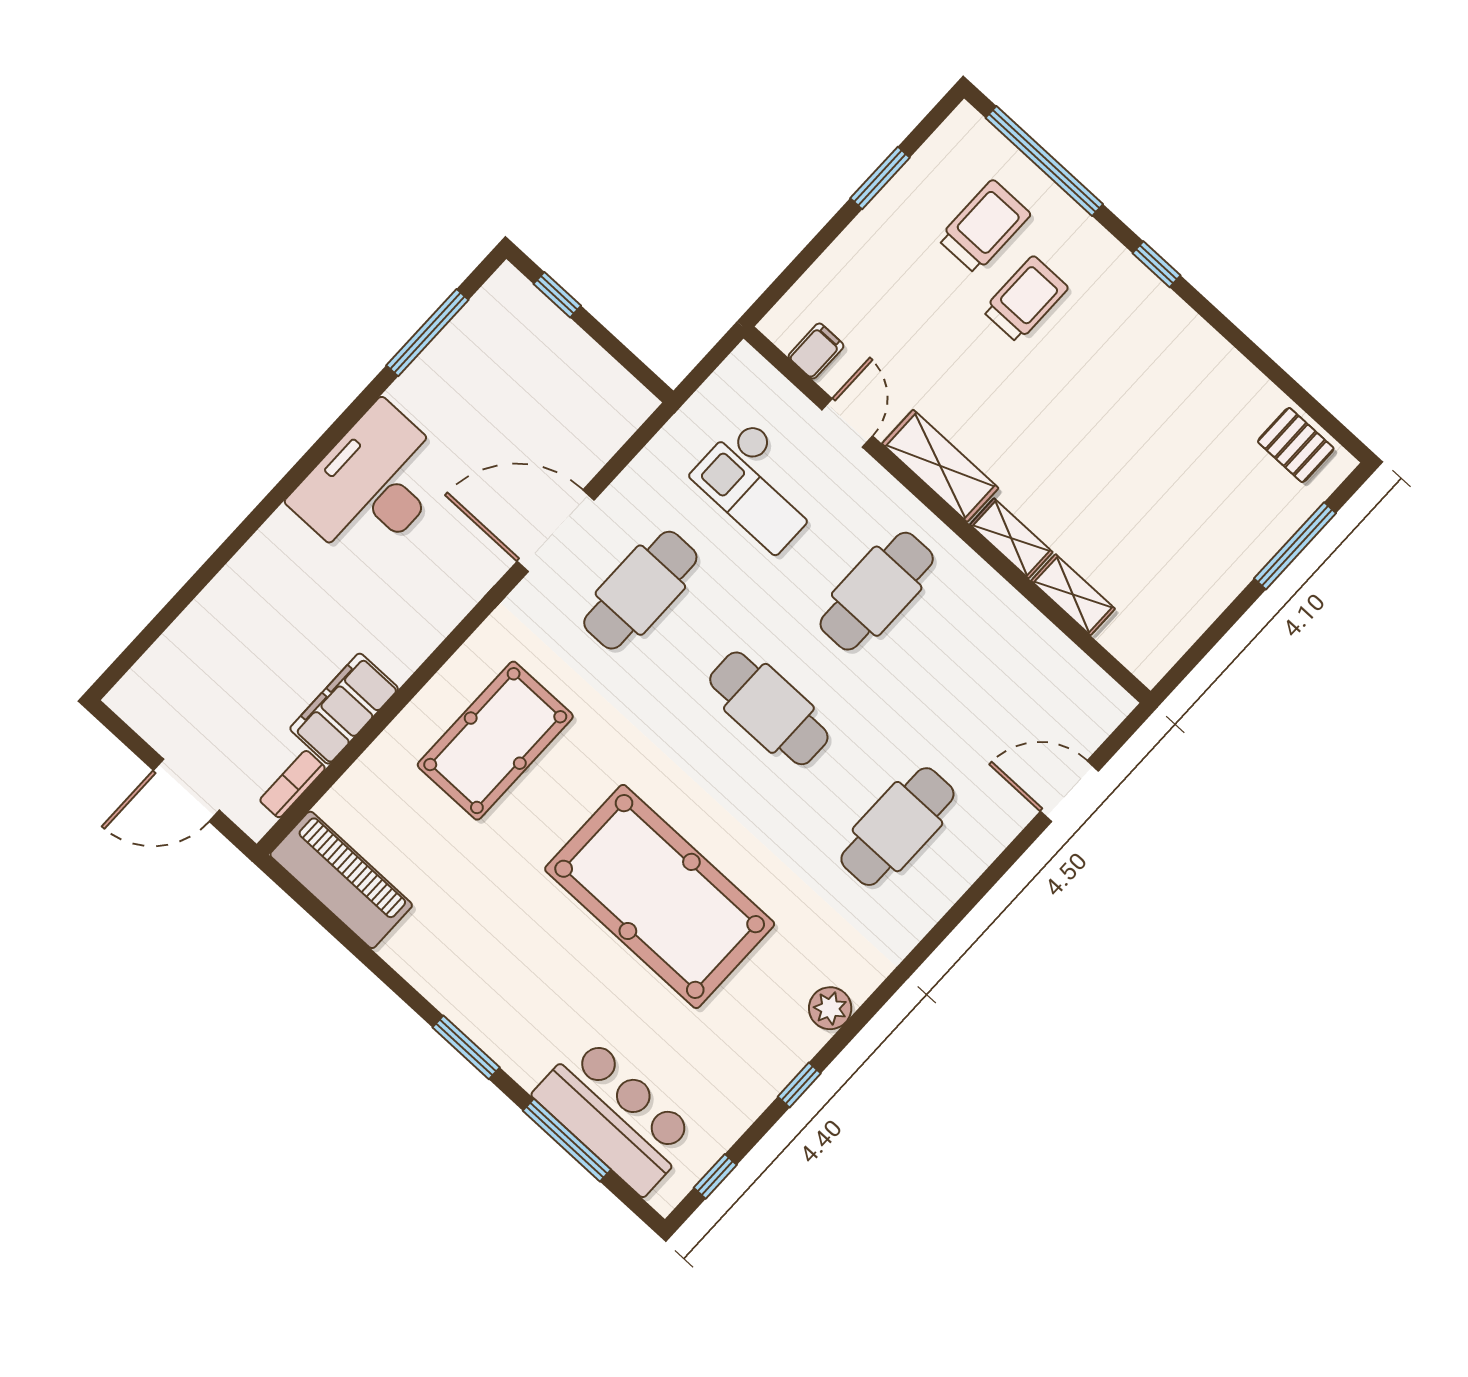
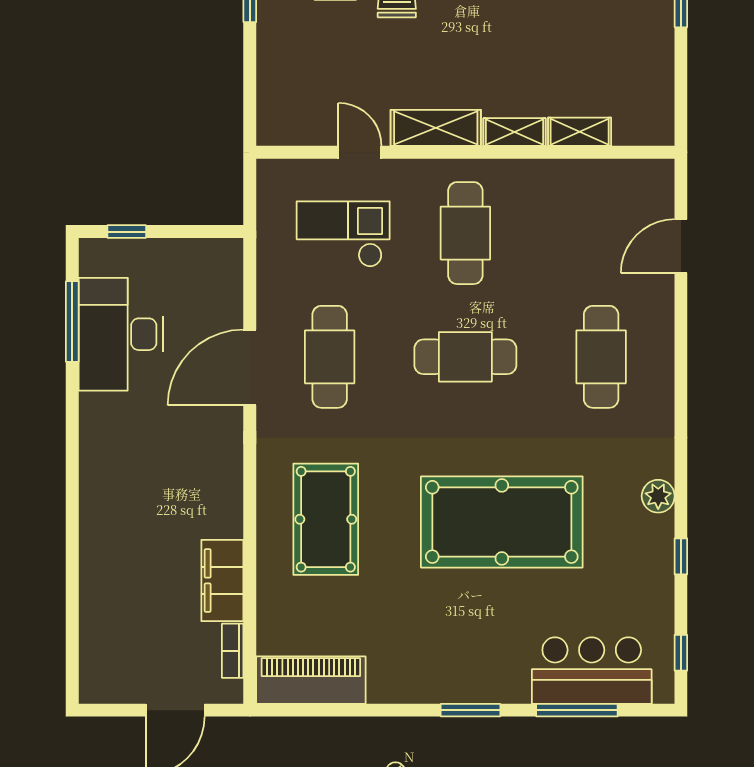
filing cabinet: (816, 351) -> (304, 128), removed
desk: (372, 485) -> (121, 334), moved
checkout: (760, 486) -> (343, 234), turned 180

